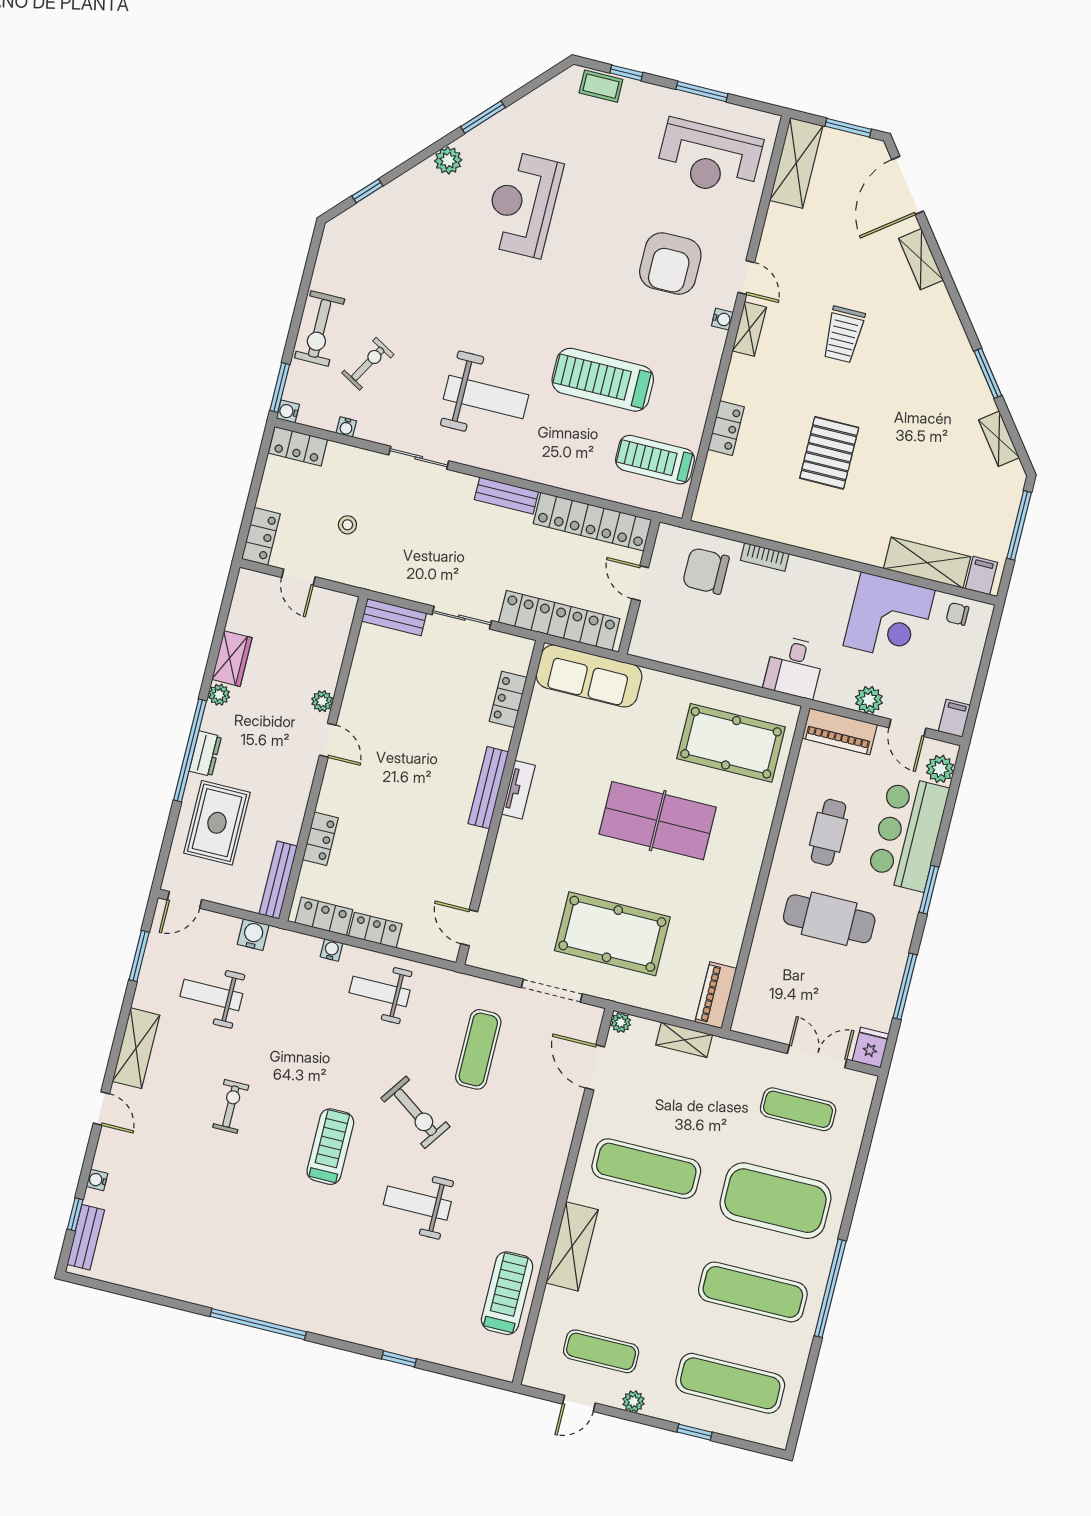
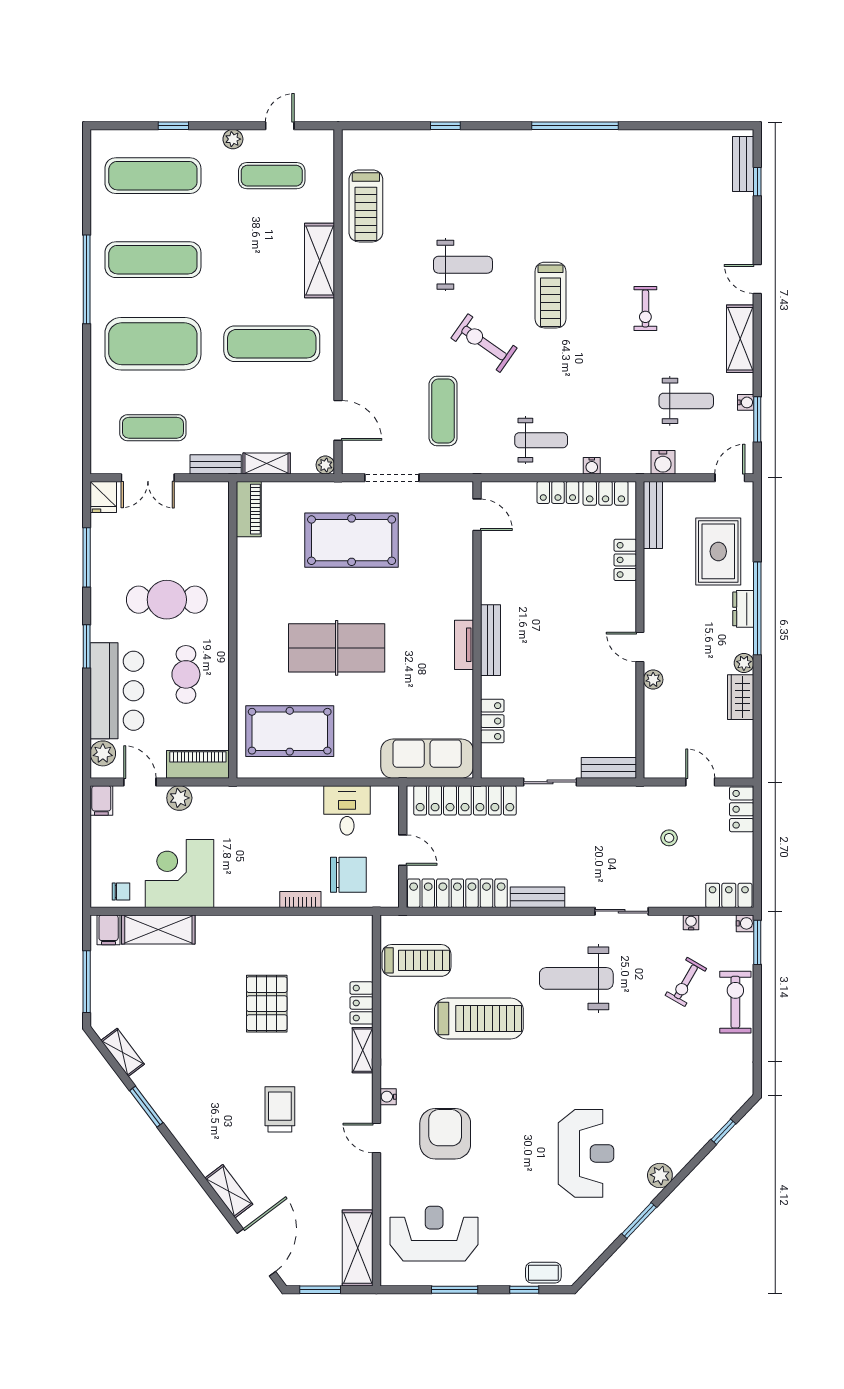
shelving: (749, 329) -> (363, 1050), moved
desk: (794, 667) -> (347, 810), moved
bench: (740, 1053) -> (216, 464), added
water cooler: (97, 1180) -> (746, 402), moved

